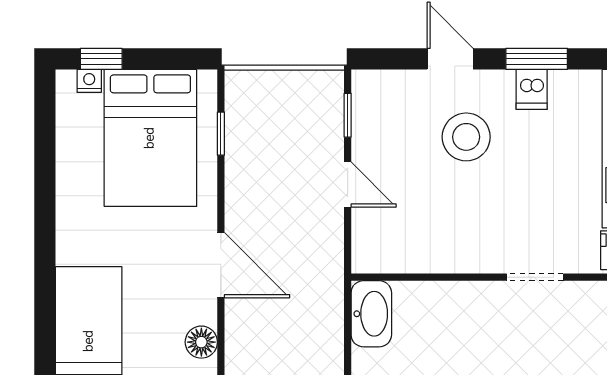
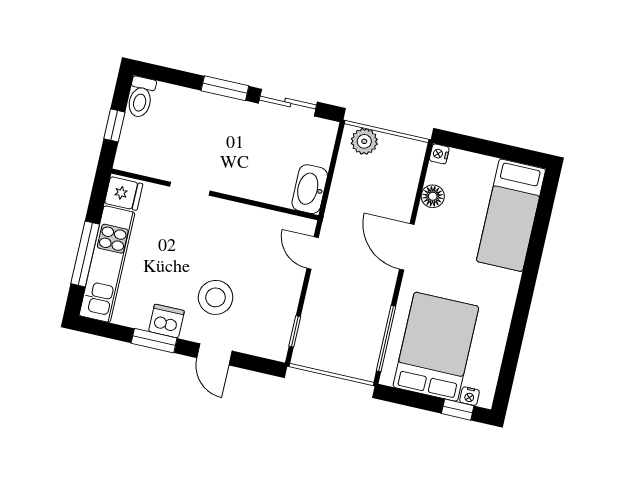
dishwasher: (532, 89) -> (166, 321), width x1.38
window: (221, 134) -> (386, 339), width x2.17
door: (348, 185) -> (313, 253), moved

